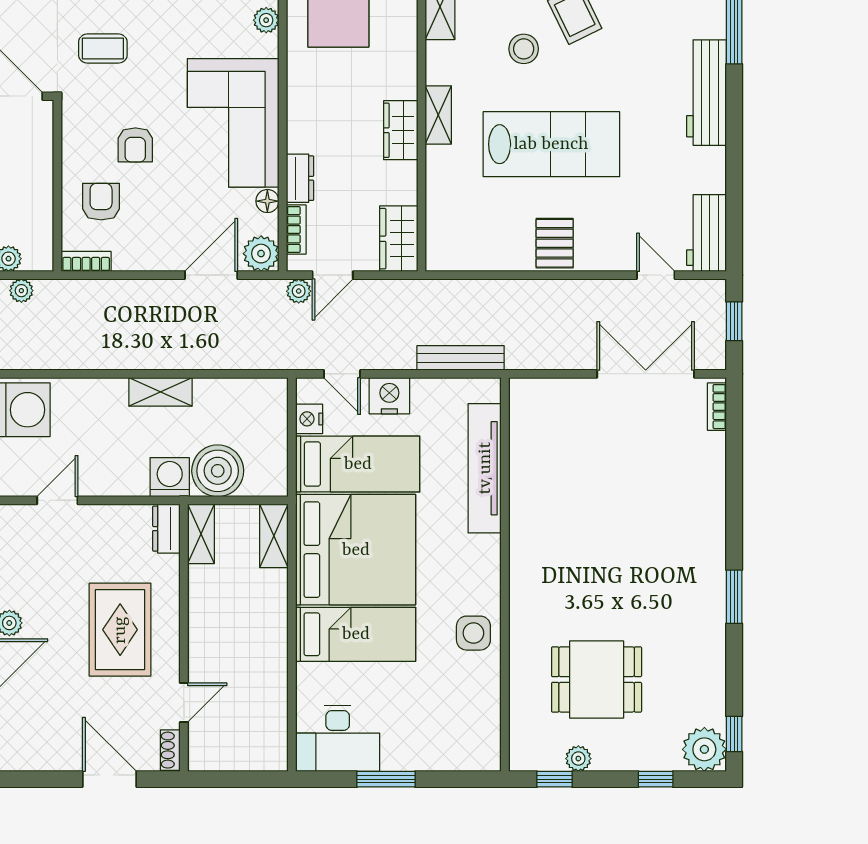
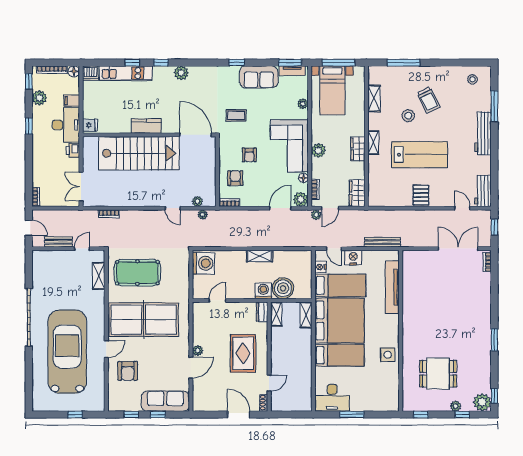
plant: (304, 134) -> (318, 150), added
dresser: (300, 178) -> (317, 169), removed
plant: (578, 759) -> (456, 406), moved

